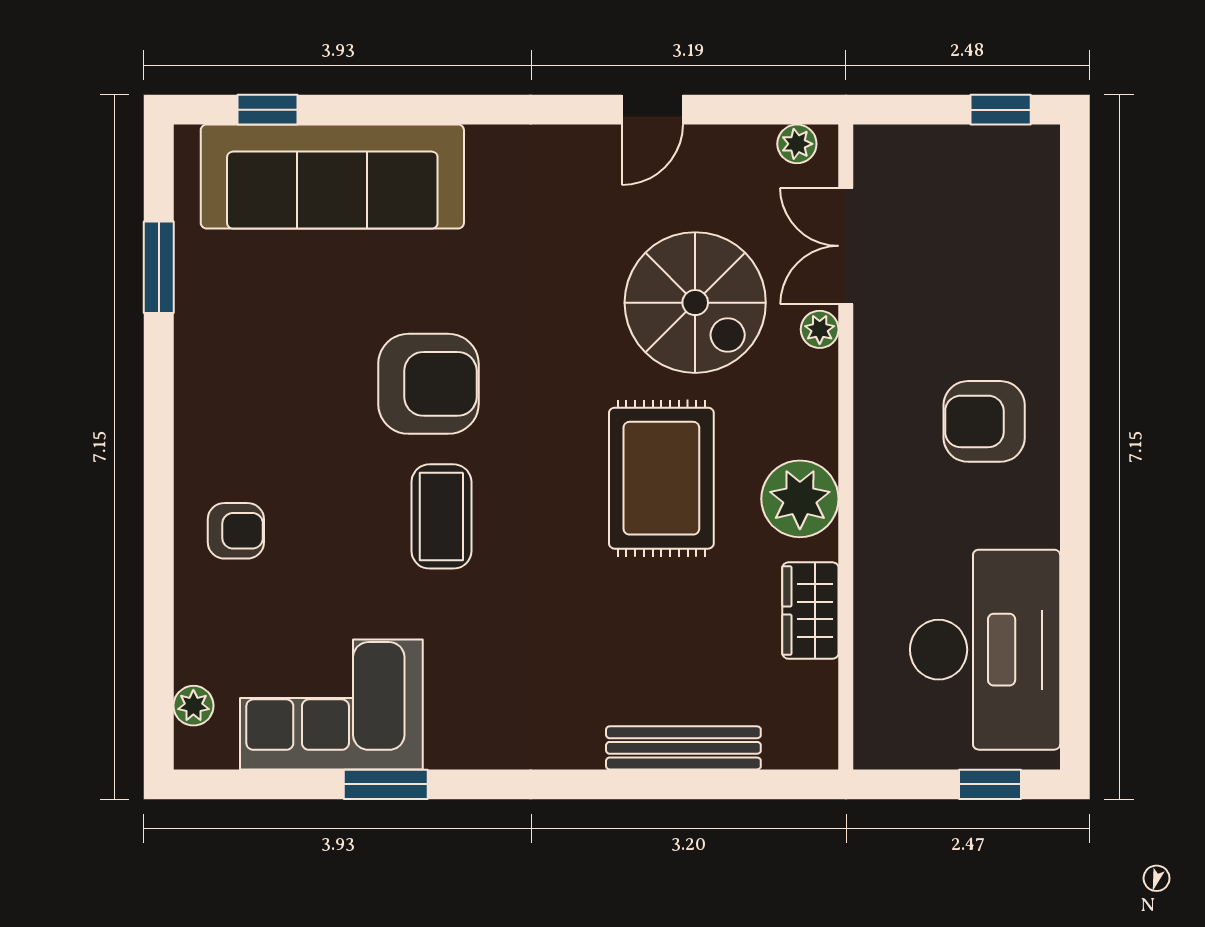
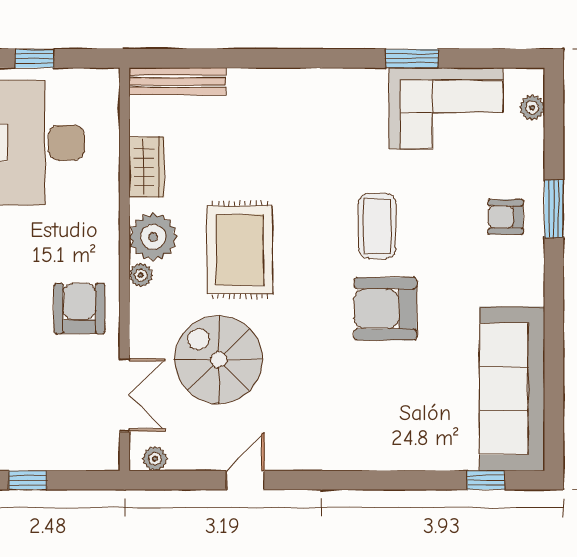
sofa: (332, 177) -> (512, 389), moved, turned -90
window: (159, 267) -> (554, 209), moved
plant: (820, 329) -> (141, 275), moved
armchair: (984, 421) -> (79, 308), moved, turned -90
bench: (683, 748) -> (177, 81), moved

